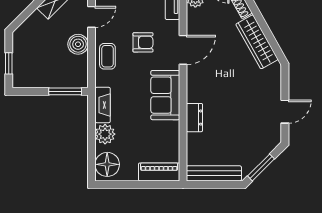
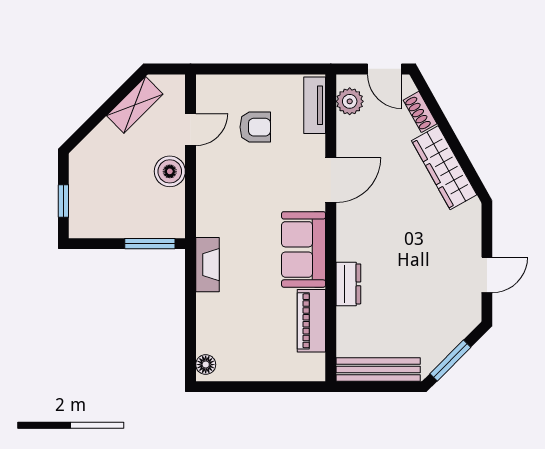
armchair: (143, 42) -> (255, 127), moved
coffee table: (107, 56) -> (215, 190), removed
plant: (105, 134) -> (211, 309), removed
floor lamp: (107, 164) -> (206, 365), width x0.53, depth x0.53
piano: (159, 172) -> (311, 321), moved, turned -90

